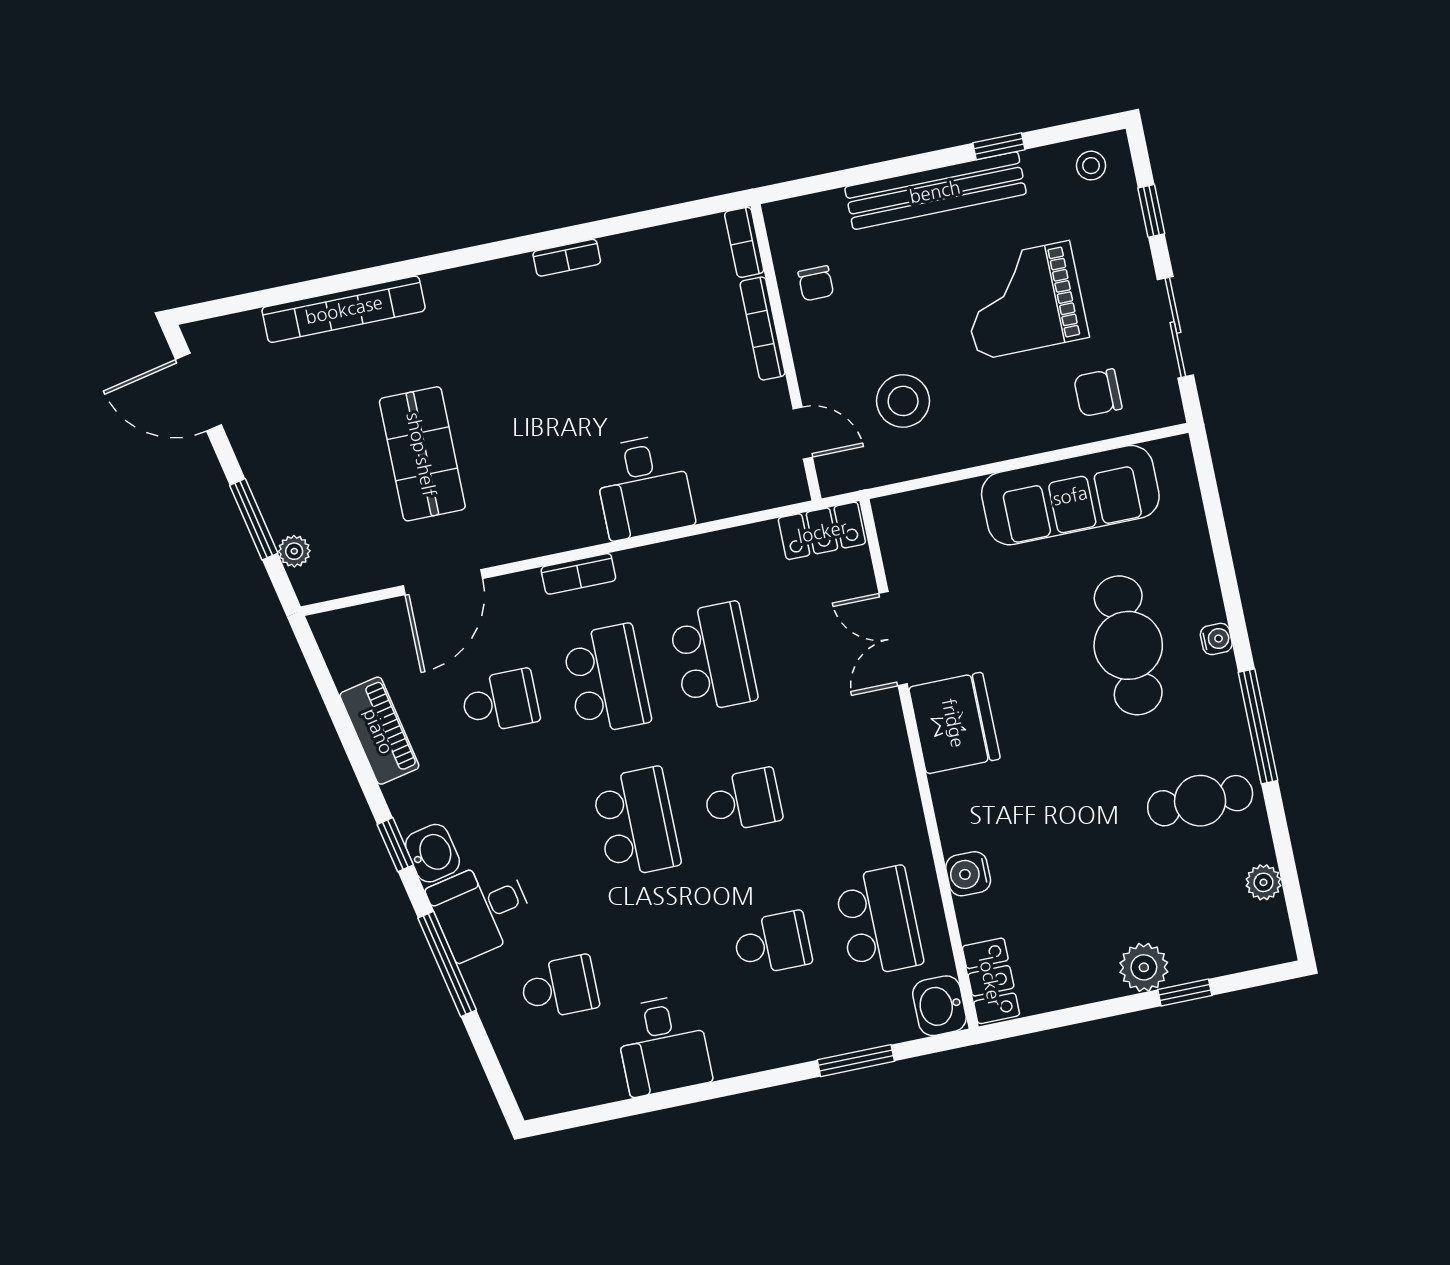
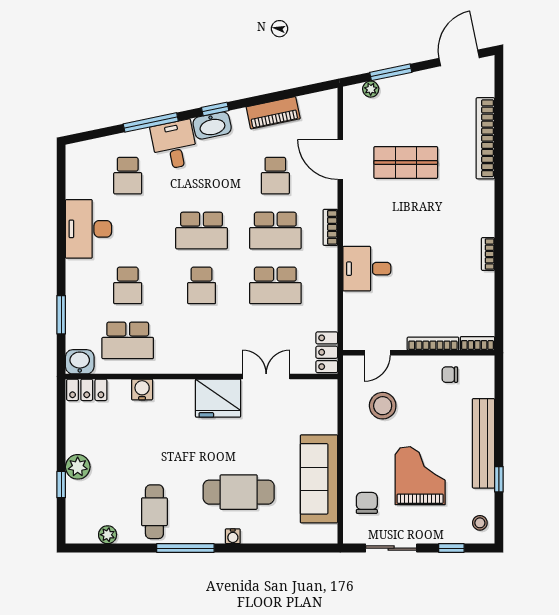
washbasin: (432, 853) -> (212, 125), width x1.38
desk: (663, 1045) -> (88, 229), width x1.37

